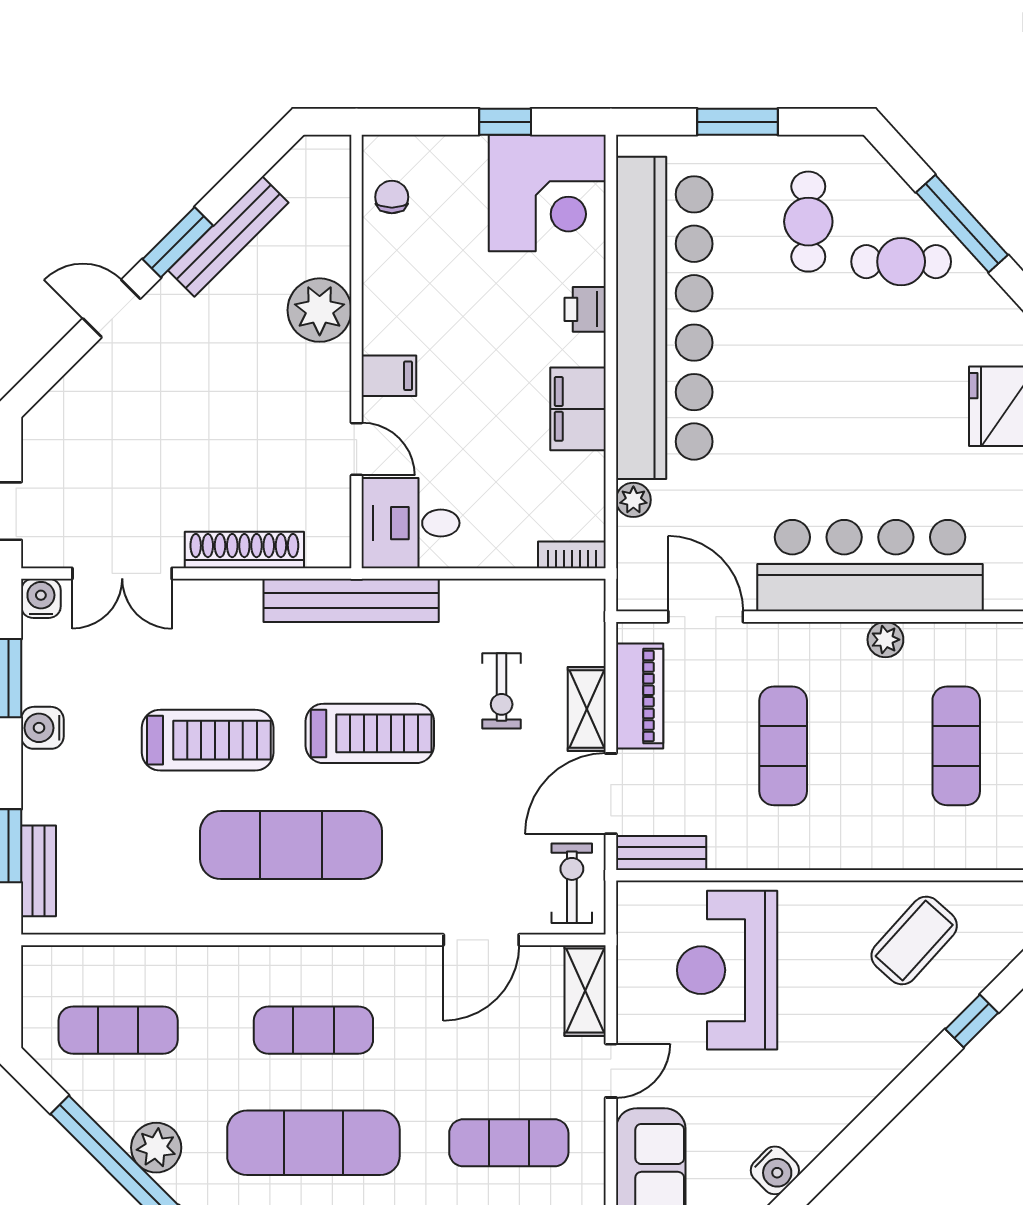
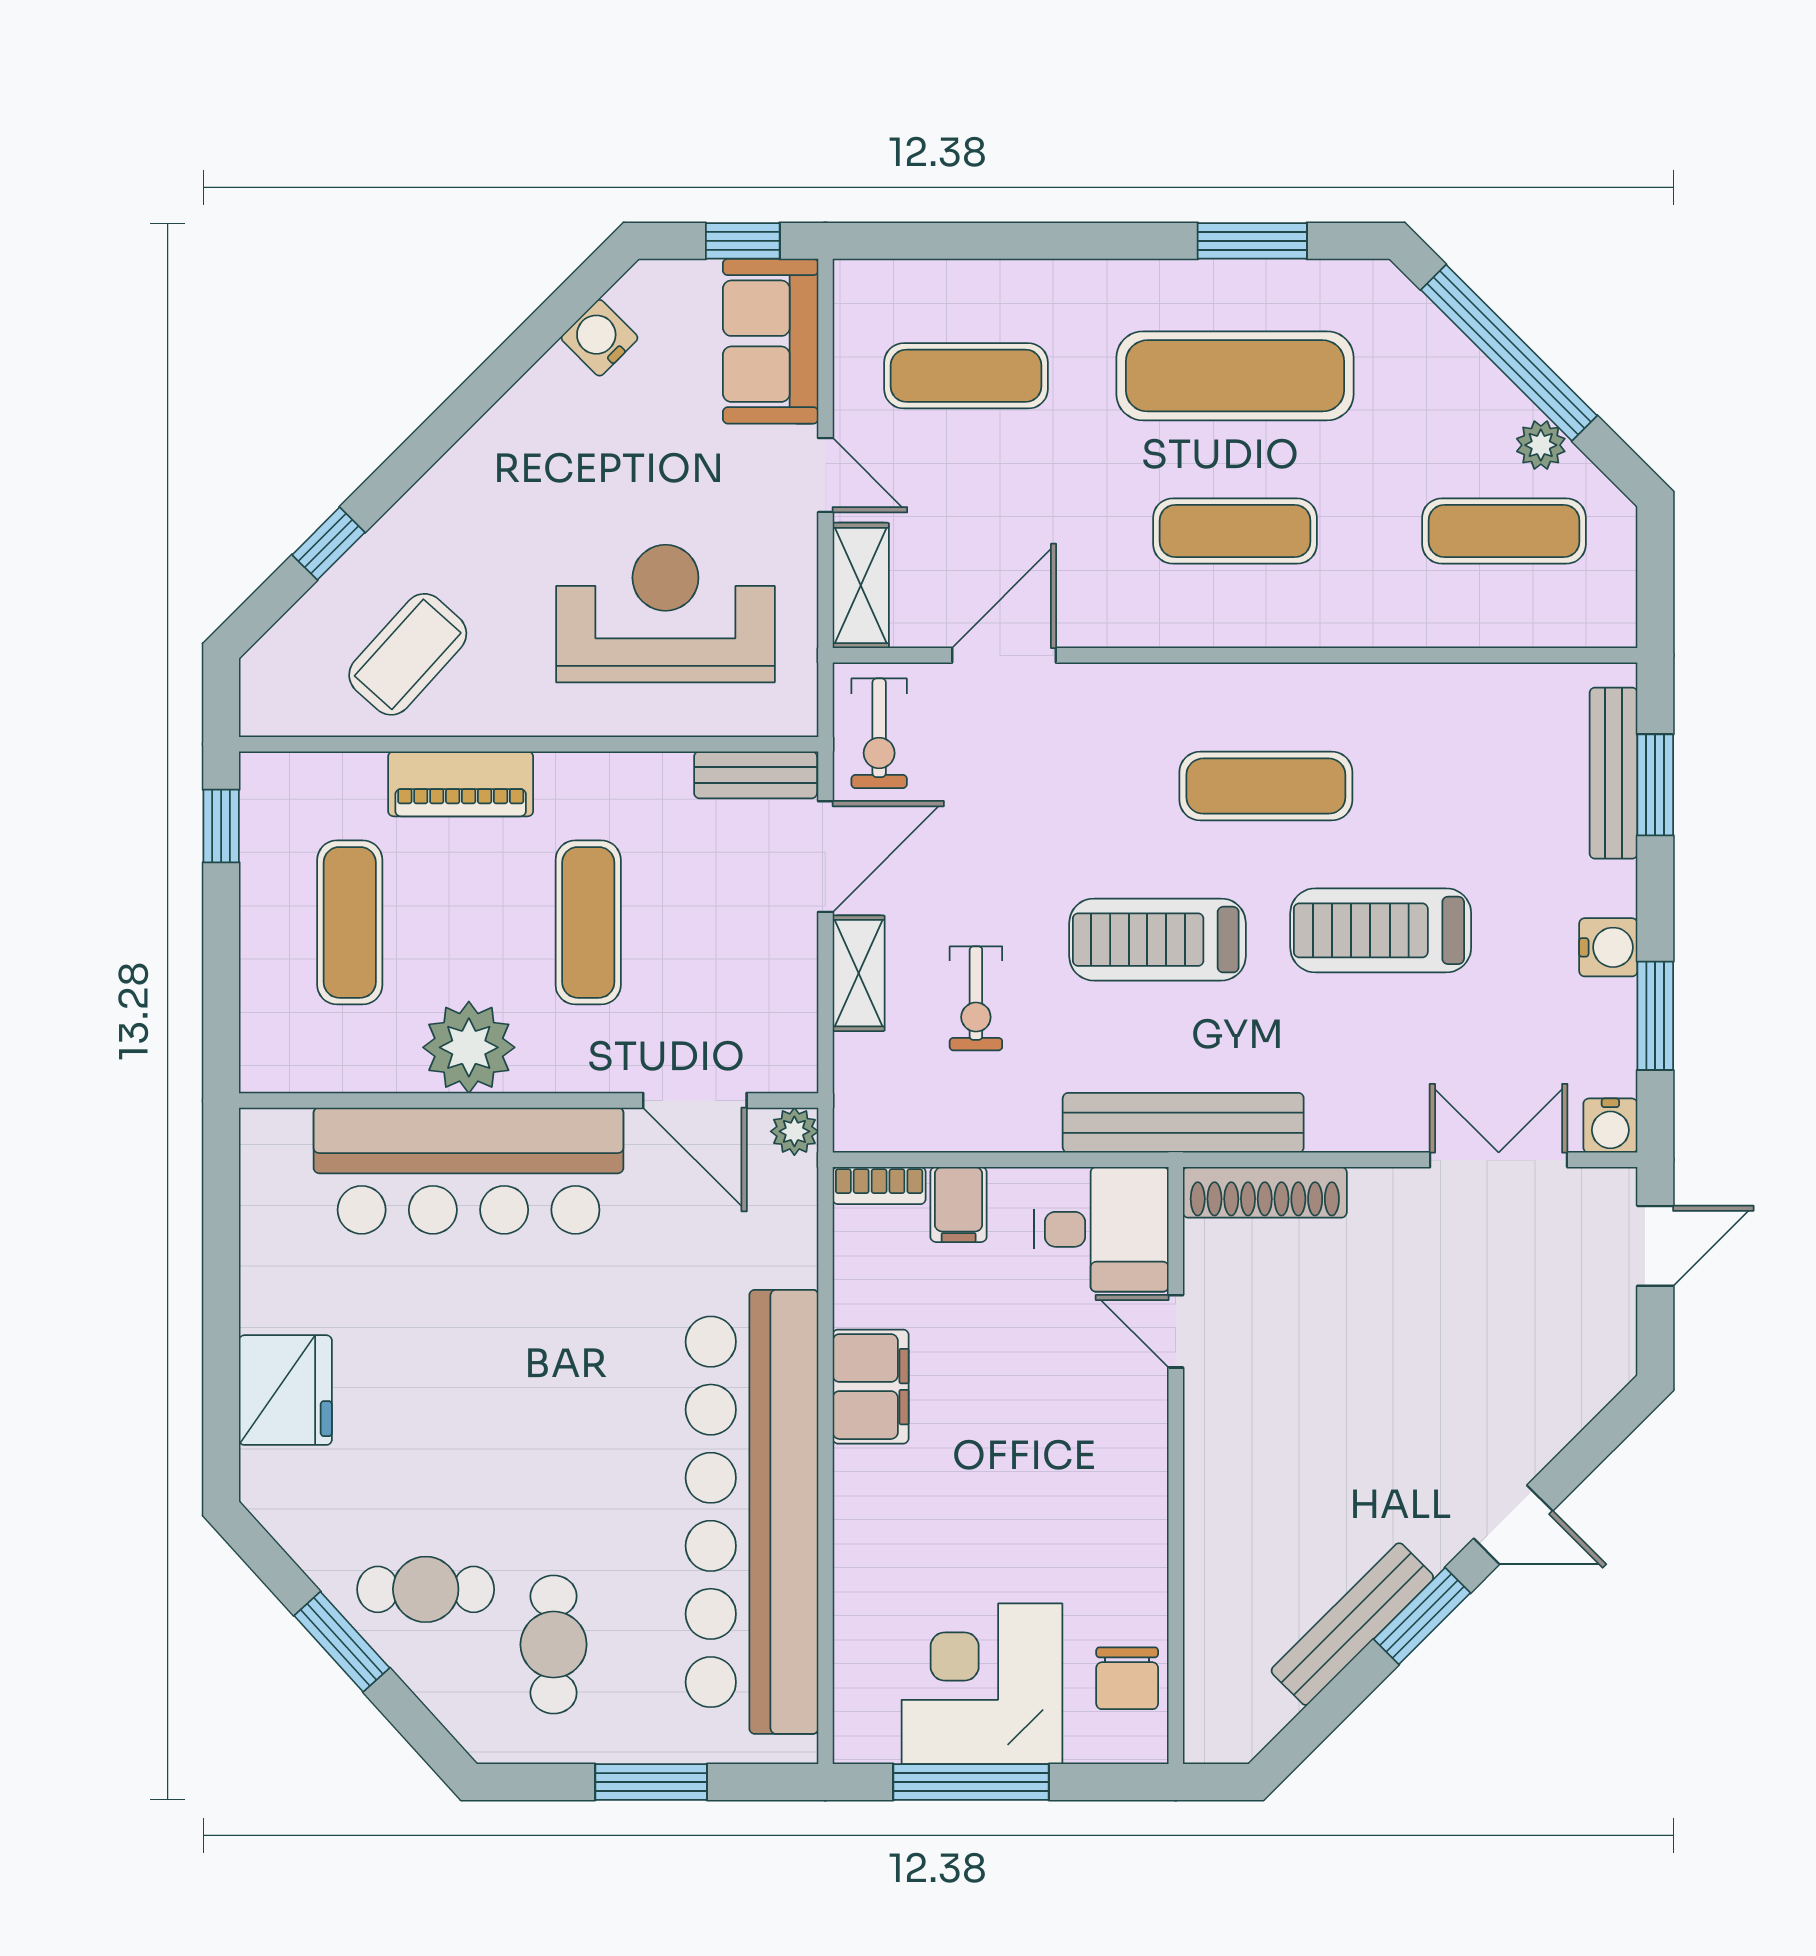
window: (505, 122) -> (971, 1782), width x2.17
corner desk: (547, 193) -> (982, 1684), moved
chair: (392, 197) -> (1127, 1678), width x1.37, depth x1.37
window: (962, 224) -> (342, 1642), width x0.69
printer: (585, 309) -> (861, 1524), removed
plant: (320, 310) -> (1227, 1523), removed
filing cabinet: (389, 376) -> (959, 1204), moved, turned -90
plant: (633, 500) -> (794, 1131), moved
shoe rack: (244, 550) -> (1265, 1192), moved
plant: (885, 640) -> (469, 1047), width x1.87, depth x1.87
exercise bike: (502, 691) -> (976, 998), turned 180
piano: (640, 696) -> (461, 784), moved, turned -90
exercise mat: (291, 845) -> (1266, 786), width x0.73, depth x0.69
bench: (39, 871) -> (1614, 773), width x1.36
reception desk: (727, 970) -> (665, 614), turned -90
door: (611, 1071) -> (825, 475), swing flipped
plant: (156, 1148) -> (1541, 445), moved, width x0.73, depth x0.73

